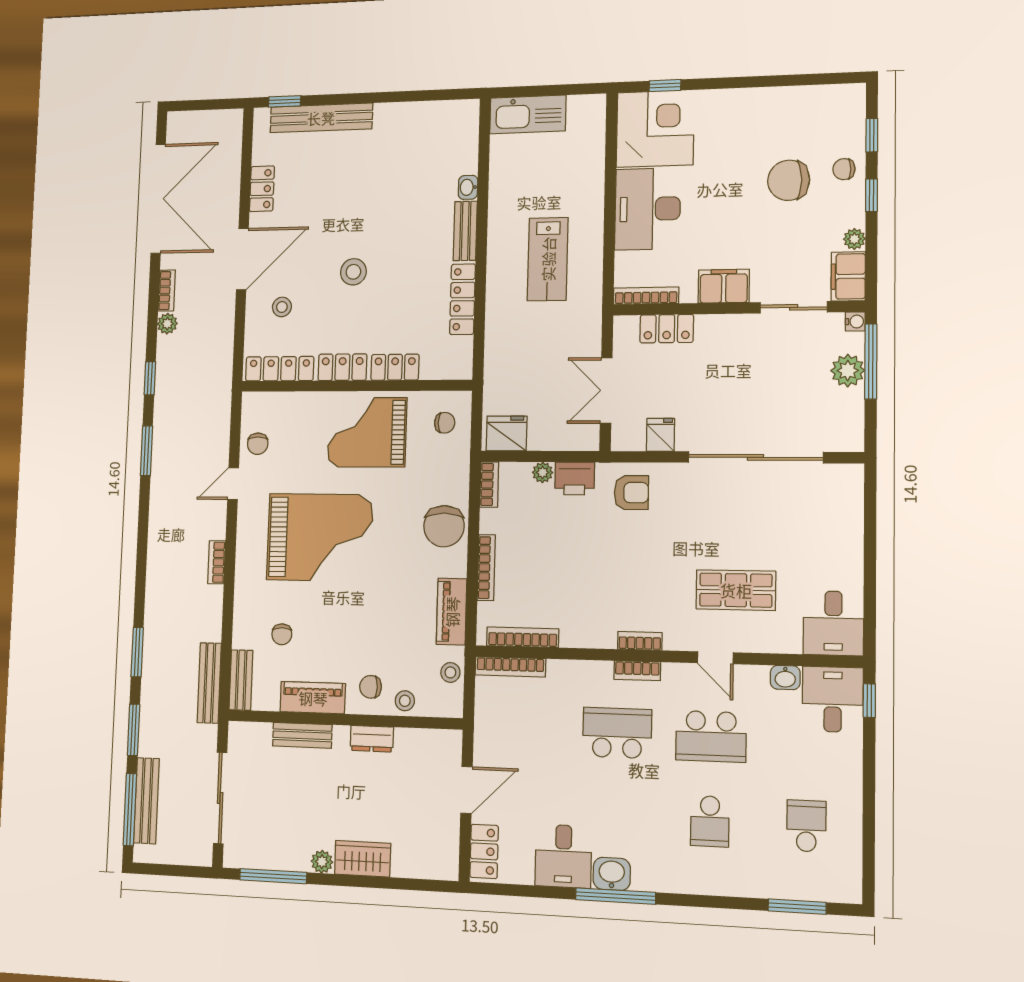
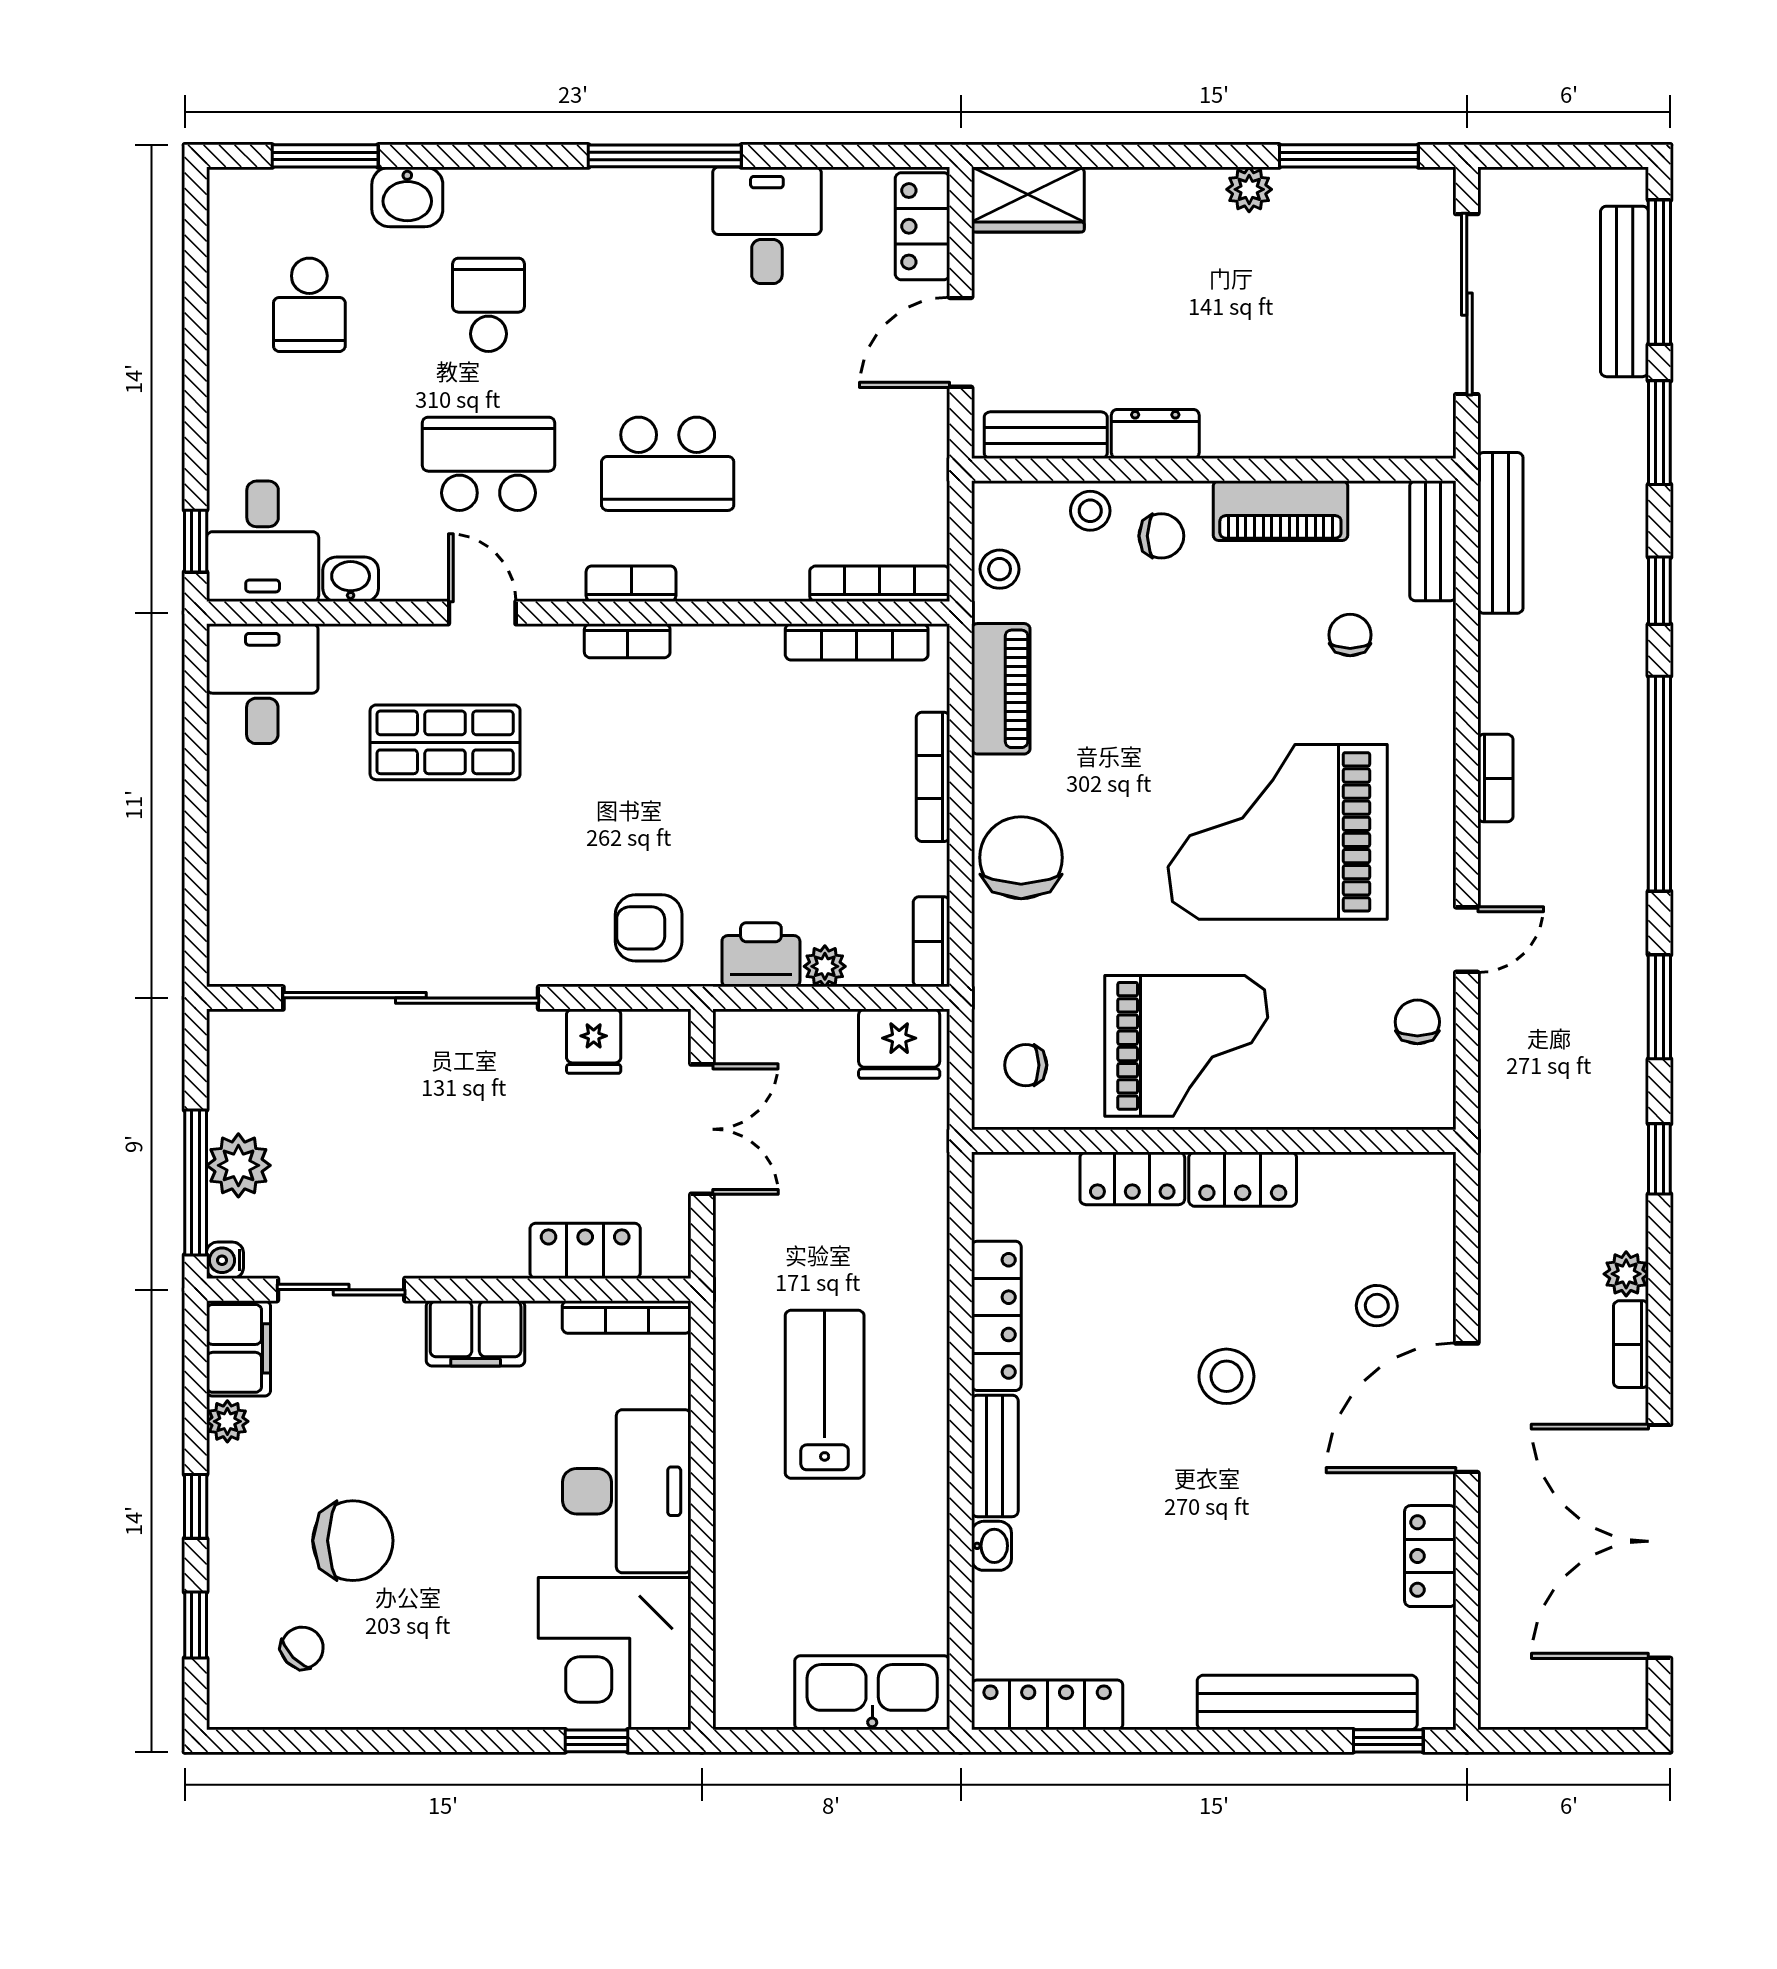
chair: (844, 169) -> (302, 1648), moved, turned -44
locker: (280, 369) -> (1047, 1705), moved, turned 180
window: (142, 558) -> (1659, 784), added
window: (137, 652) -> (1659, 591), width x0.67
bench: (302, 735) -> (1046, 435), moved
wardrobe: (363, 859) -> (1028, 200), moved
washbasin: (612, 874) -> (407, 197), moved

